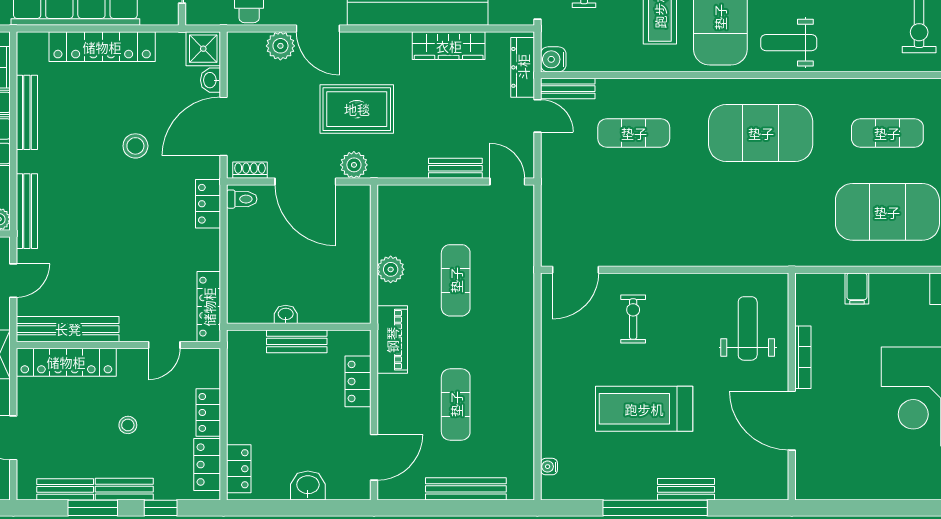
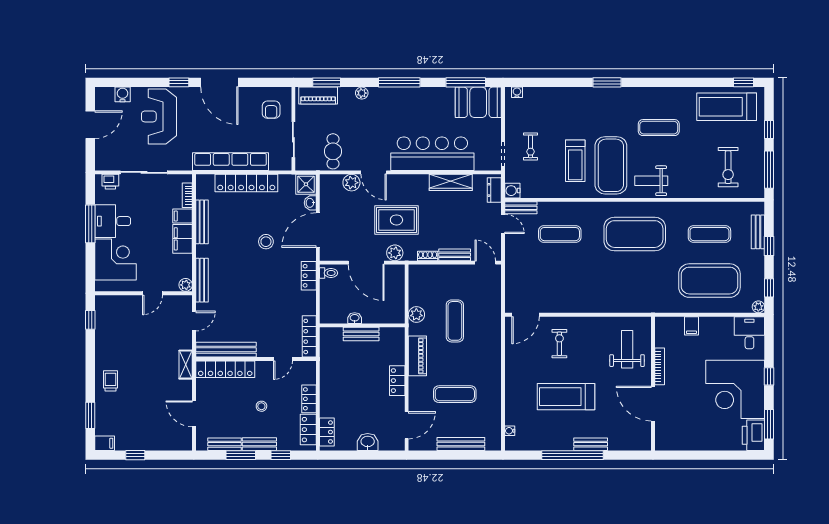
dresser: (523, 67) -> (494, 190), width x0.70
shoe rack: (250, 170) -> (428, 256), moved
washbasin: (286, 314) -> (355, 318), moved
wall: (299, 327) -> (362, 325), moved
bench: (297, 341) -> (361, 334), moved
exercise mat: (456, 404) -> (455, 394), turned 90

